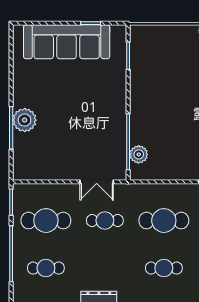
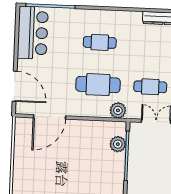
plant: (140, 192) -> (118, 110), added

